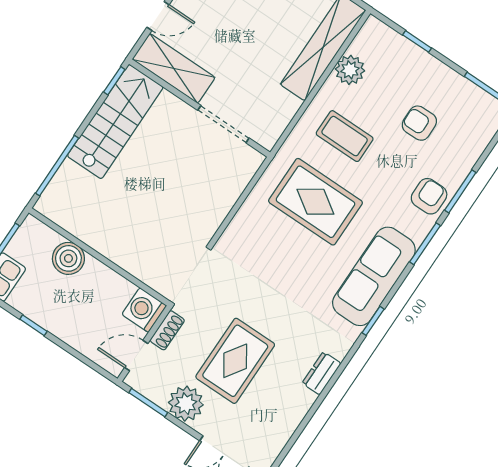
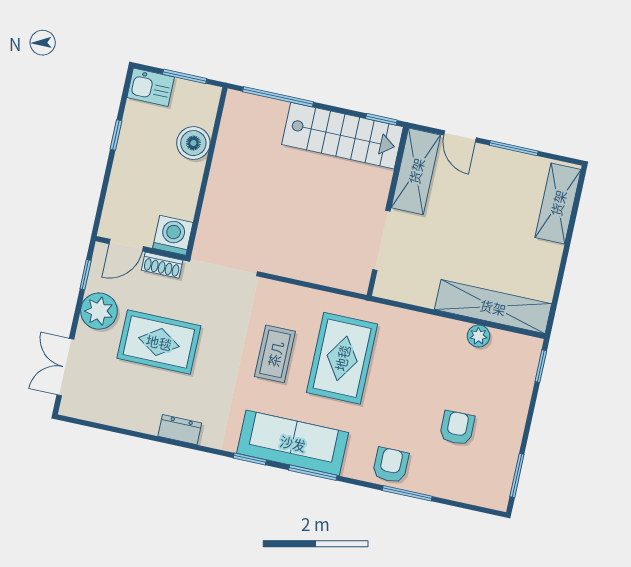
window: (417, 41) -> (541, 366), moved
plant: (350, 70) -> (478, 336), width x0.73, depth x0.73
coffee table: (345, 136) -> (275, 354), moved
armchair: (429, 196) -> (391, 465), turned -90
window: (425, 244) -> (313, 473), moved
door: (136, 356) -> (126, 245), swing flipped
window: (148, 403) -> (86, 275), width x0.67

